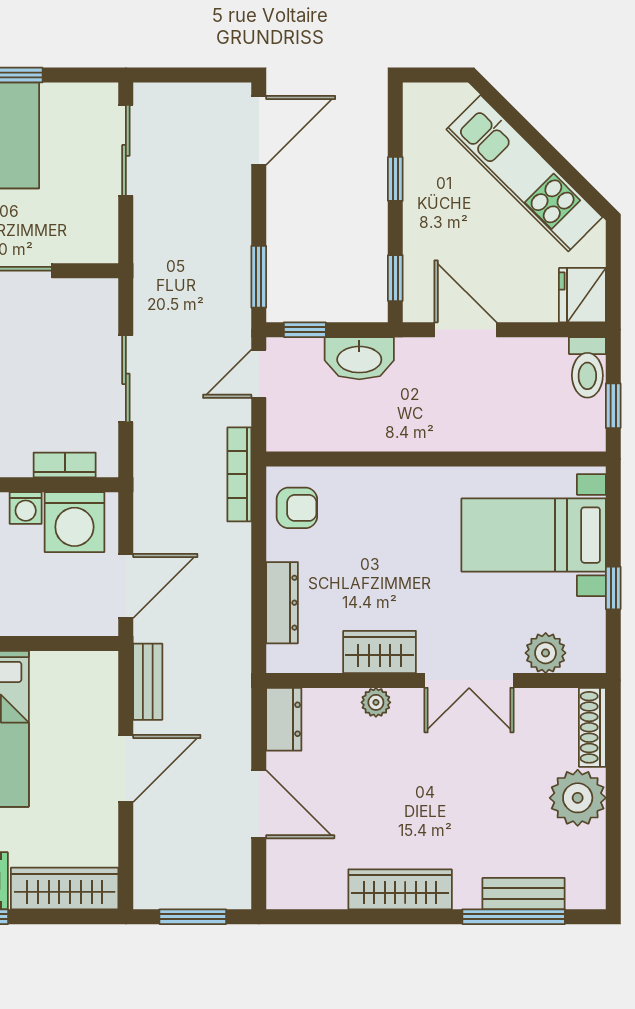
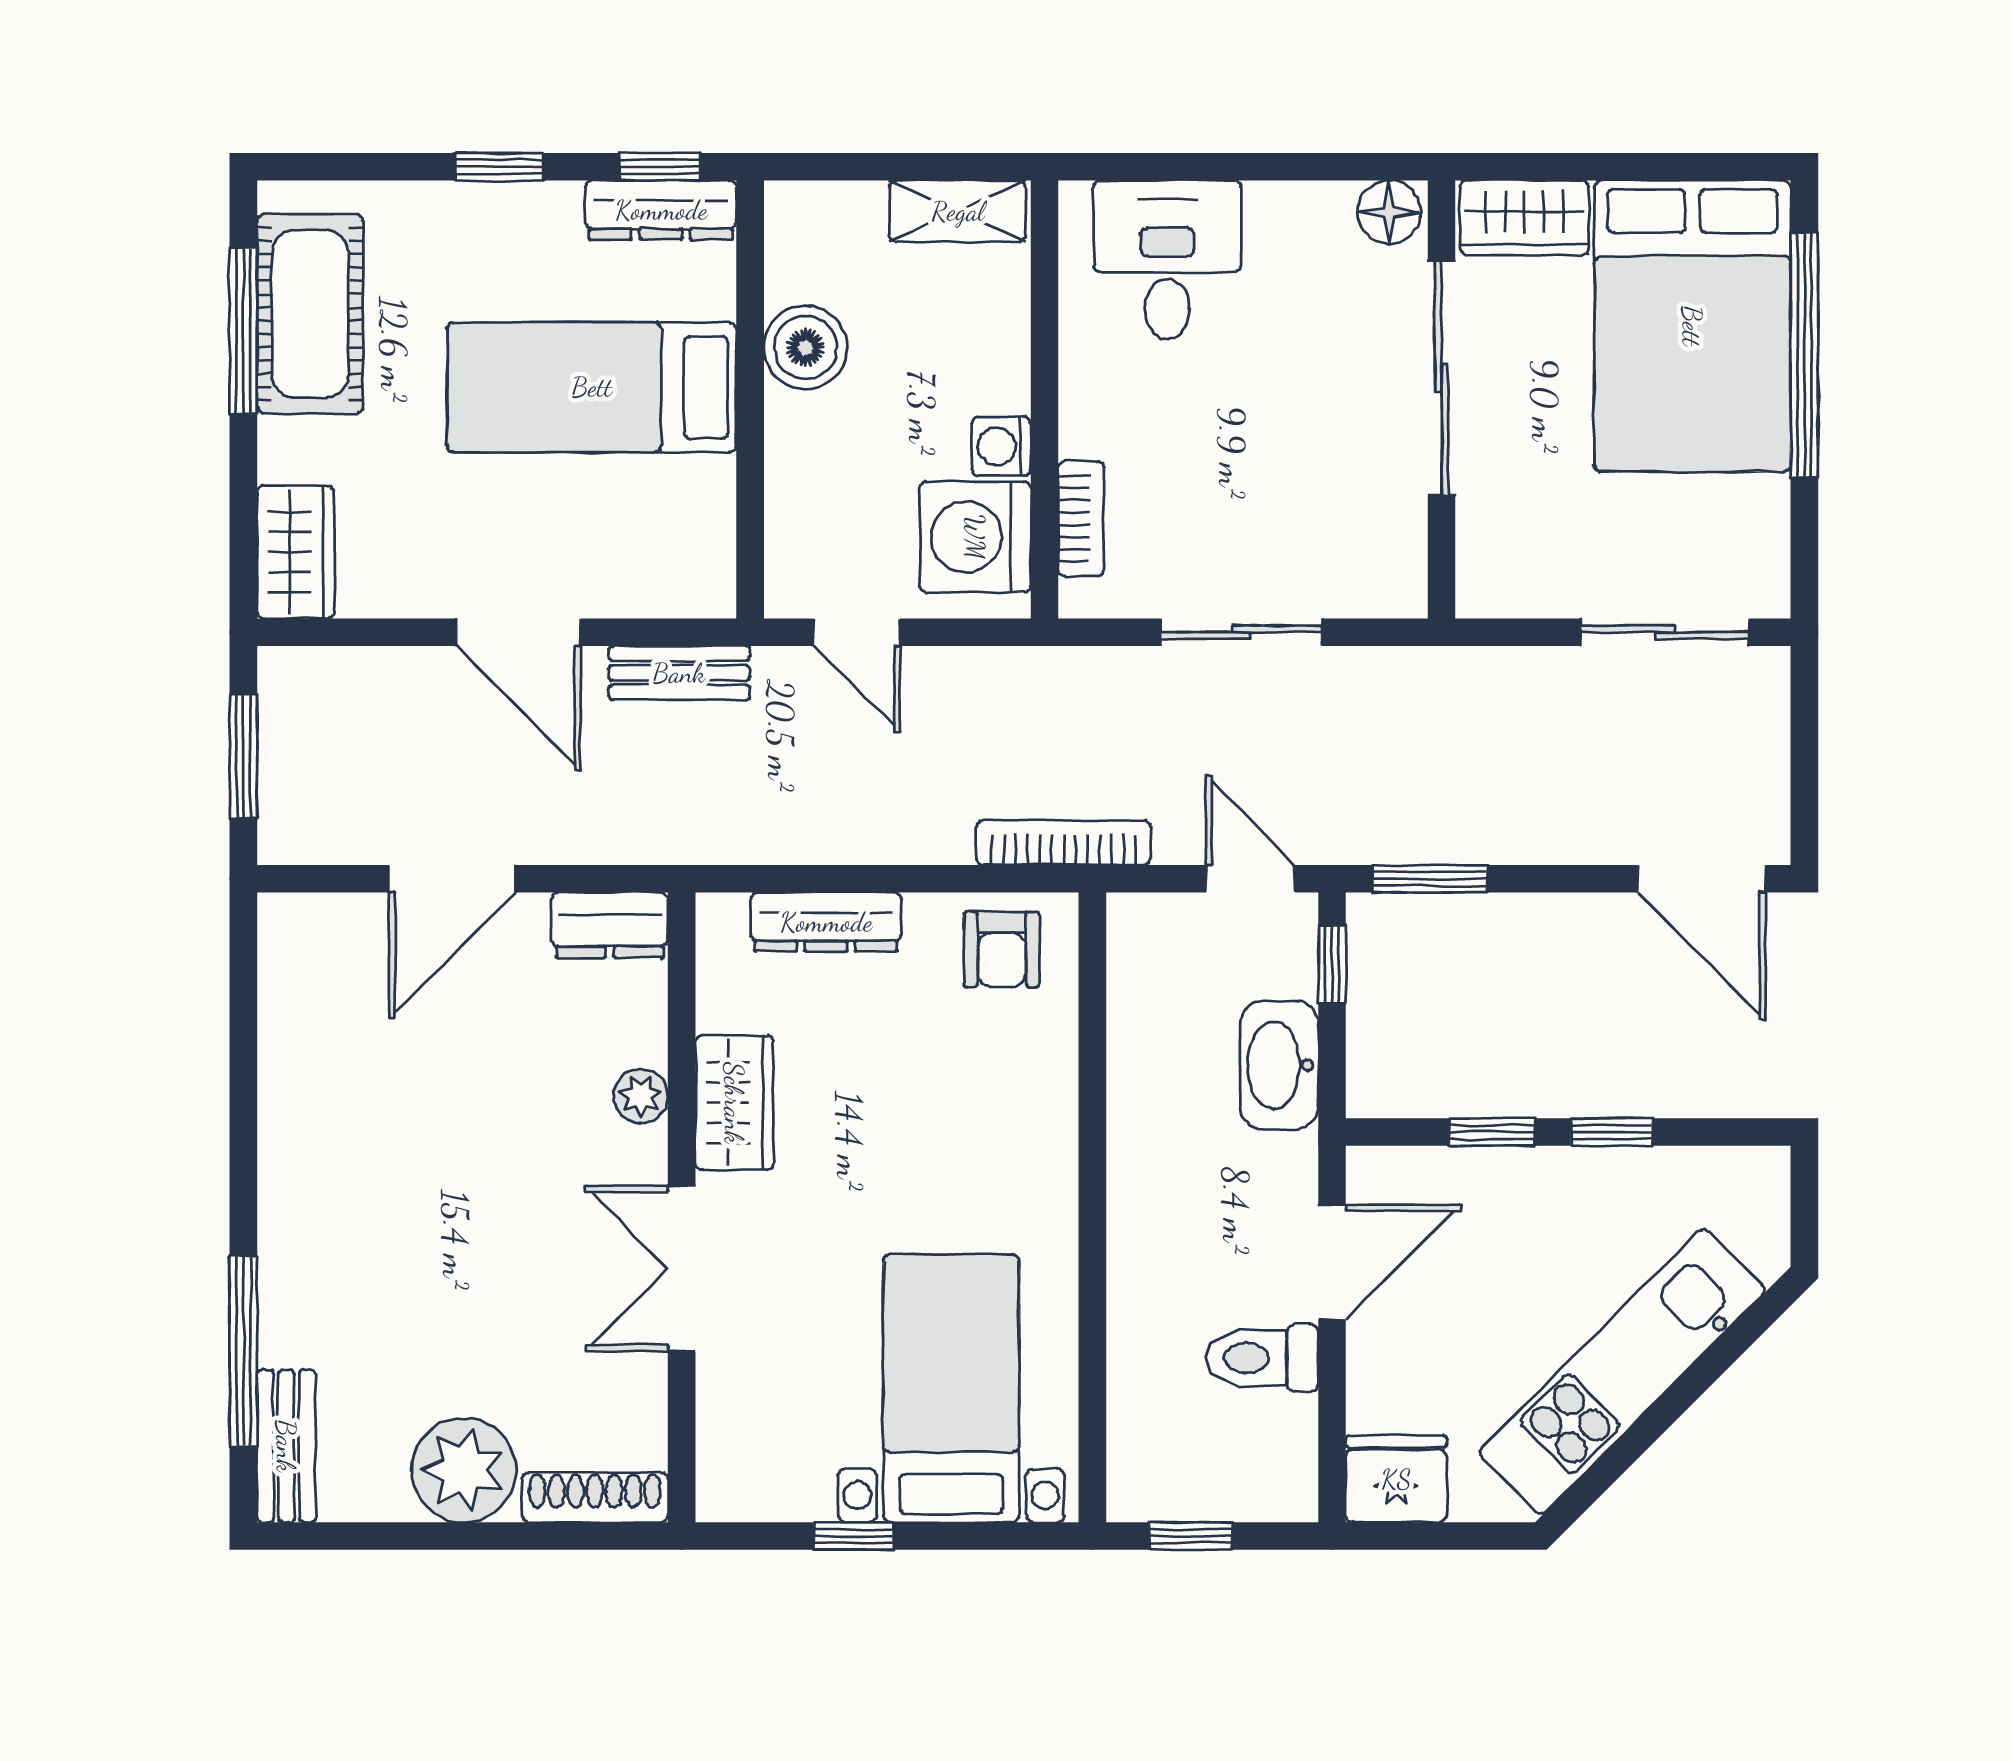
window: (395, 278) -> (1492, 1132), moved
toilet: (587, 367) -> (1262, 1358), moved
door: (126, 586) -> (857, 632), width x0.73
plant: (546, 653) -> (733, 1411), removed
wardrobe: (65, 889) -> (296, 552), width x0.67
wardrobe: (400, 889) -> (294, 1141), removed
bench: (524, 894) -> (286, 1446), moved

